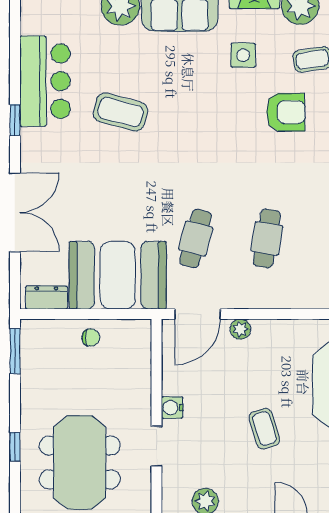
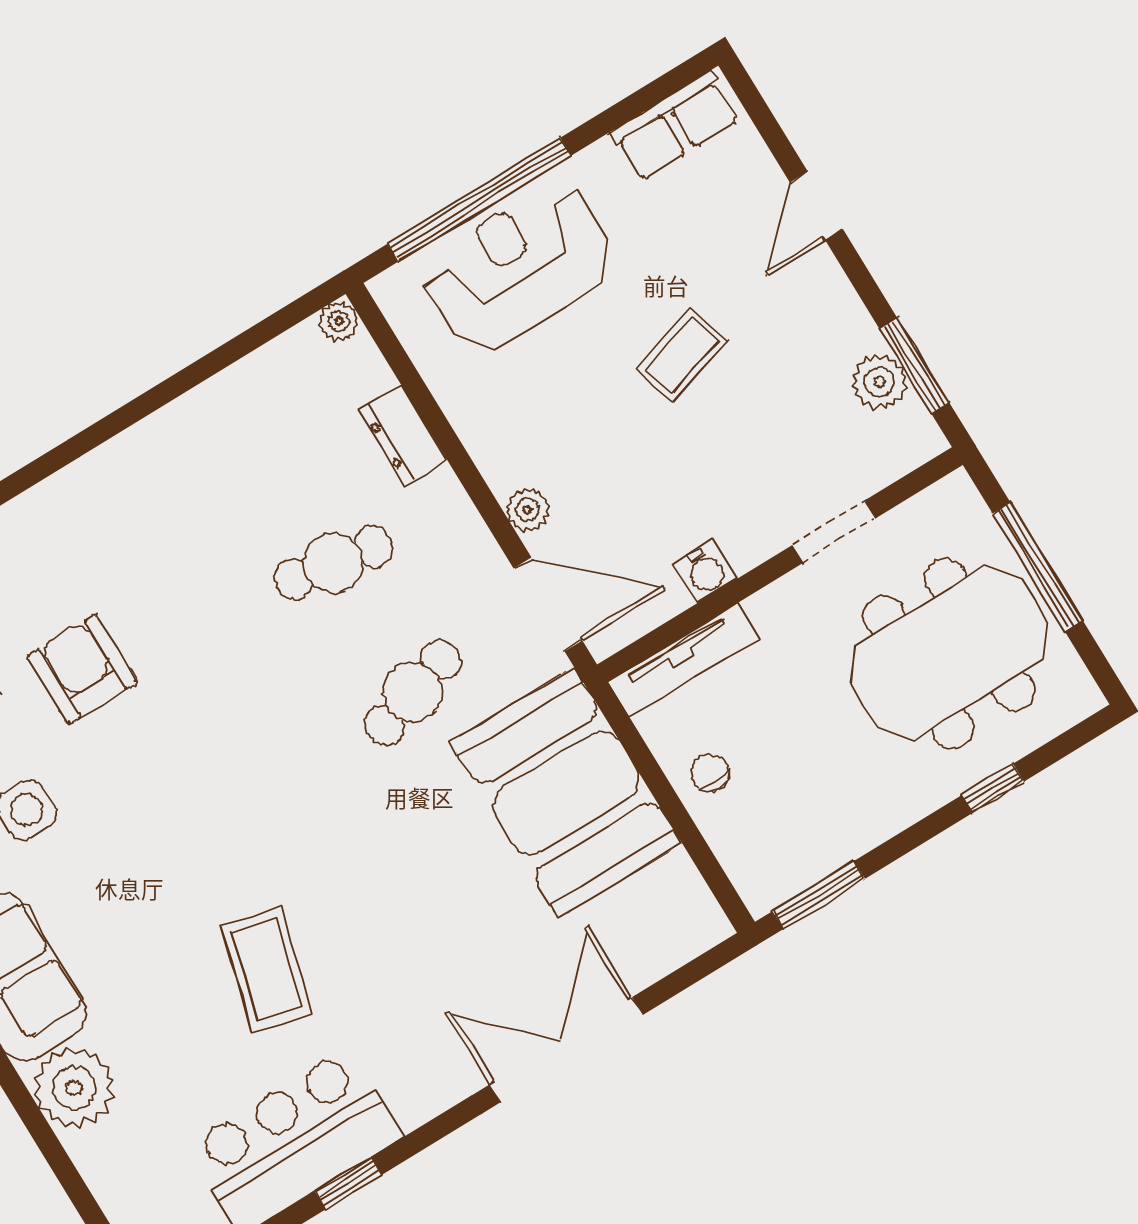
window: (15, 120) -> (349, 1183), moved
cafe table: (196, 238) -> (413, 692), turned -33
dresser: (46, 297) -> (403, 435), moved
tv unit: (142, 355) -> (684, 660), added
water cooler: (172, 408) -> (705, 571), moved

